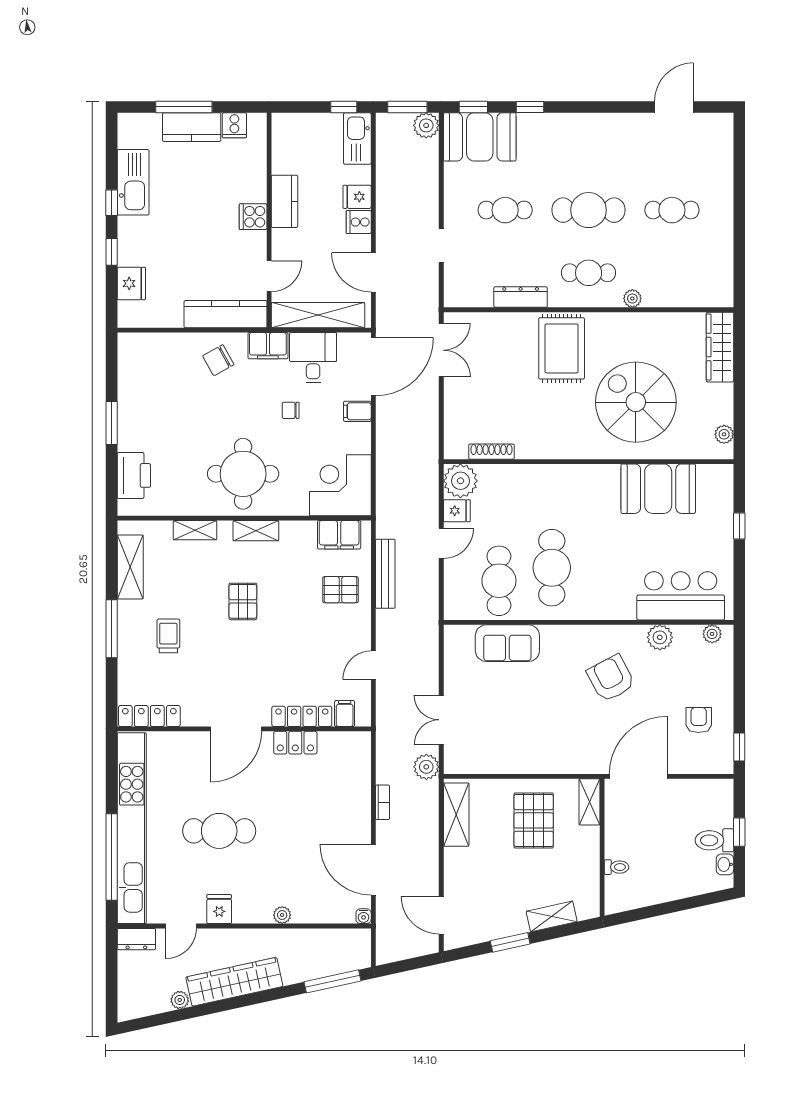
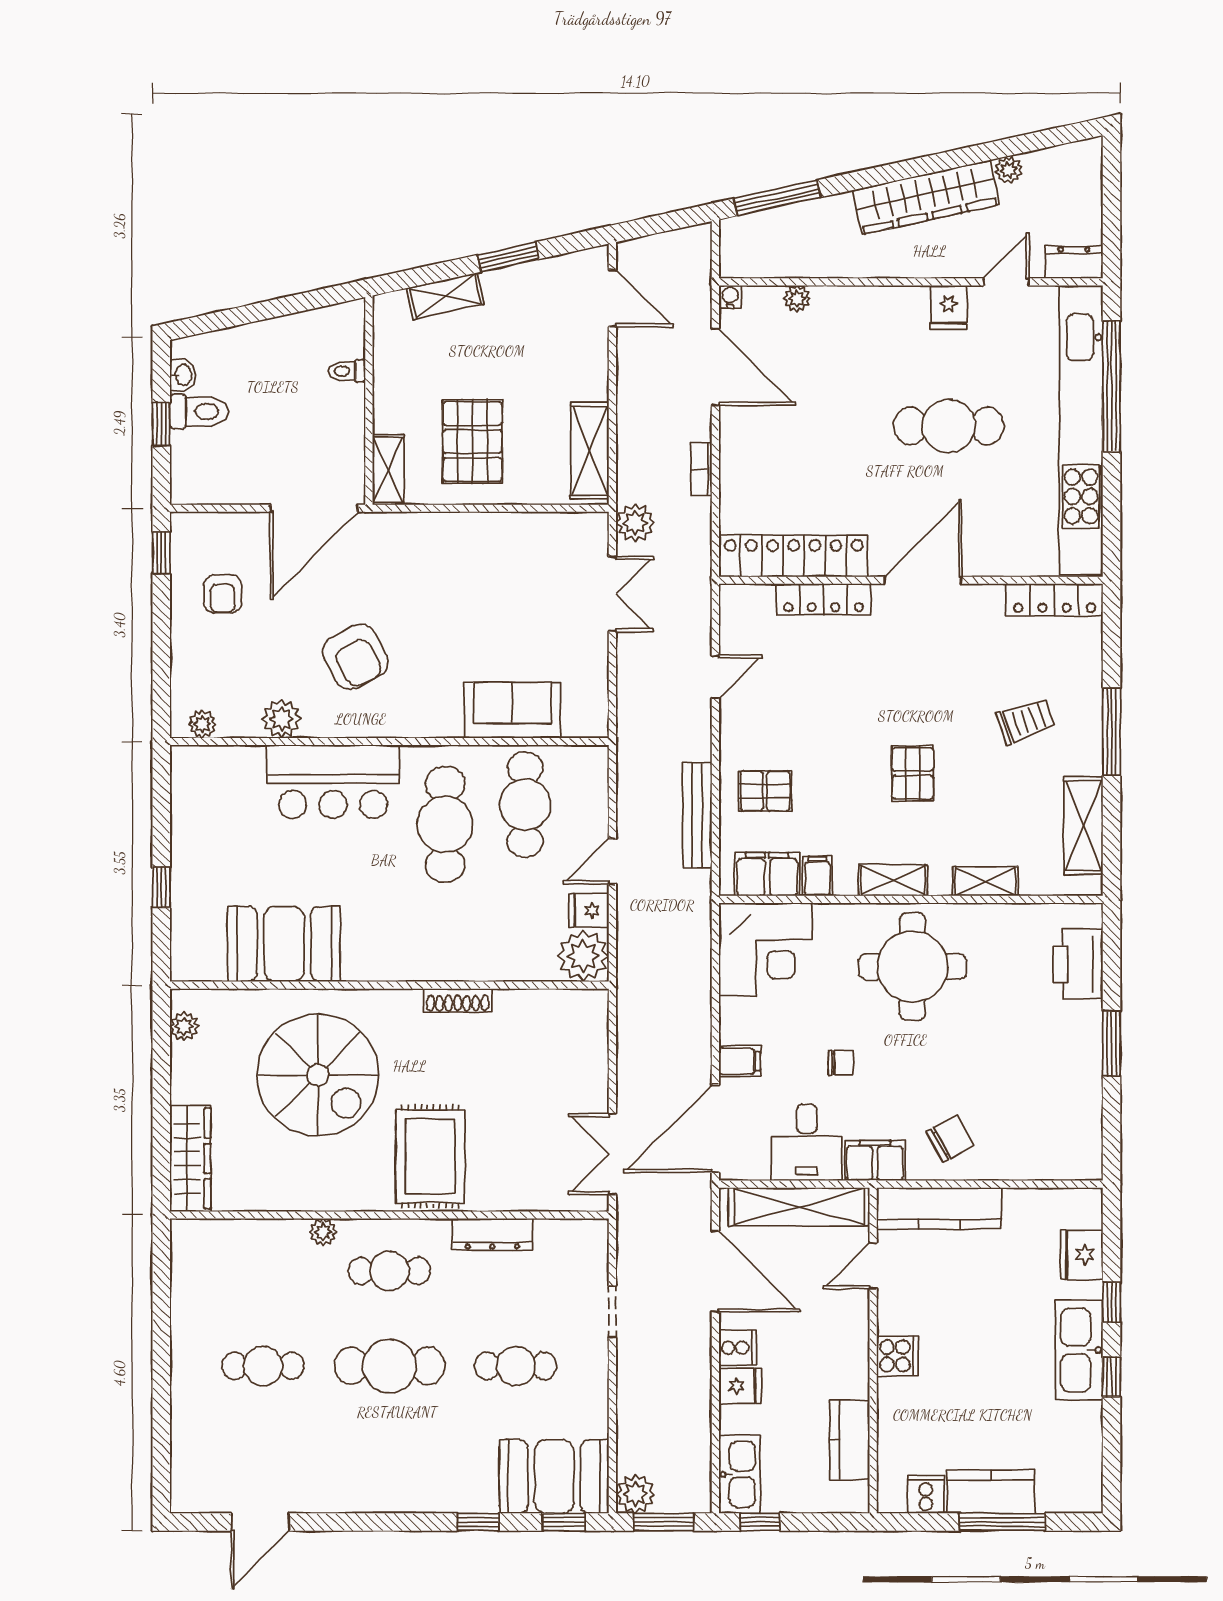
kitchen sink: (133, 182) -> (1079, 1350), moved
kitchen counter: (284, 201) -> (850, 1440), moved
door: (373, 272) -> (715, 1271), width x1.36
shoe rack: (491, 452) -> (458, 1000), moved
bar counter: (681, 596) -> (333, 782), moved
trolley: (168, 636) -> (1026, 721), turned -109
filing cabinet: (345, 714) -> (817, 876), moved, turned 180
locker: (295, 743) -> (794, 556), width x2.16, depth x1.21
plant: (282, 915) -> (797, 298), moved

